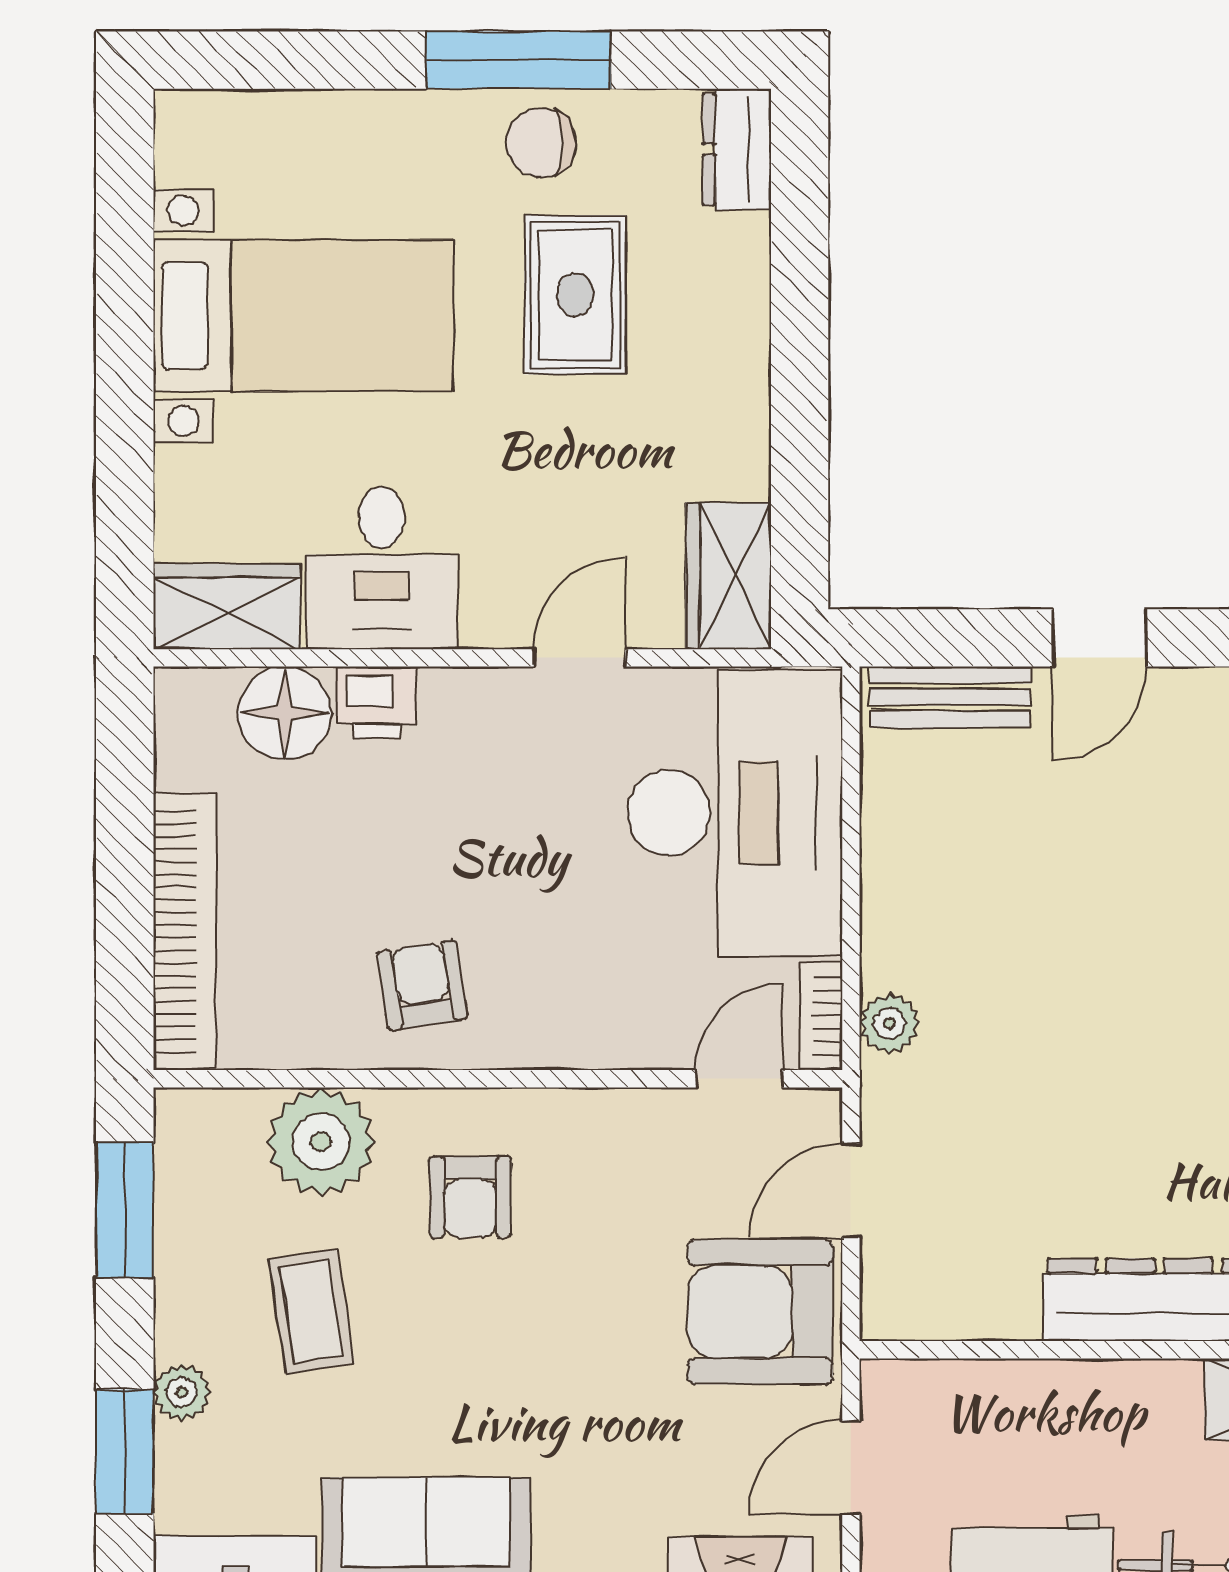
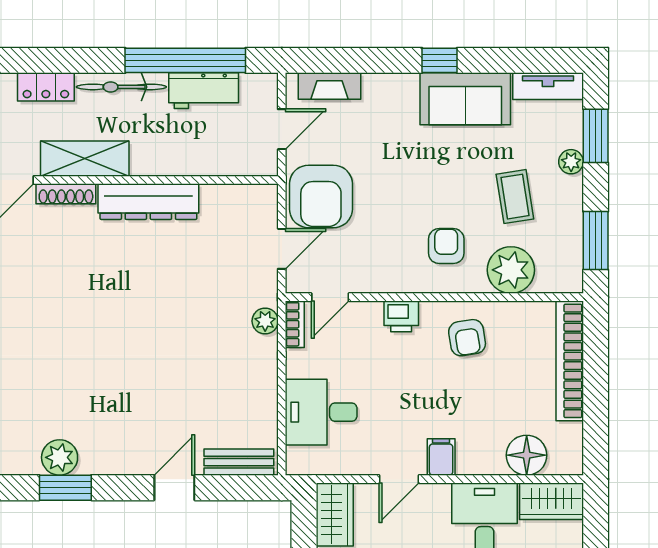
printer: (377, 702) -> (401, 316), moved, turned 180
filing cabinet: (482, 709) -> (441, 457), added
desk: (735, 813) -> (321, 412), width x0.53, depth x0.77
armchair: (760, 1312) -> (321, 196), turned 90

